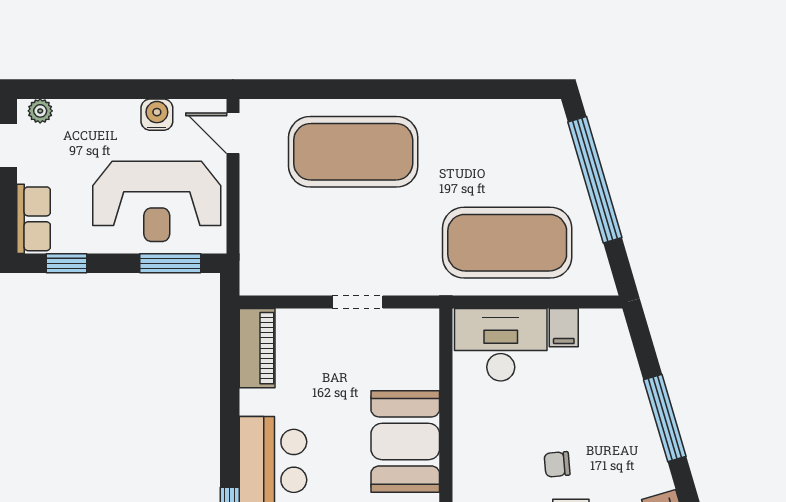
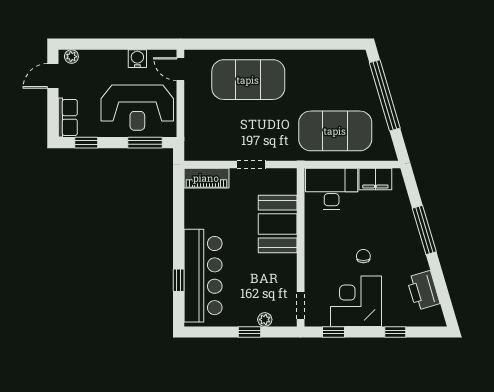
filing cabinet: (564, 328) -> (375, 179), width x2.00
piano: (257, 348) -> (206, 178), moved, turned 90
booth: (405, 441) -> (278, 224), moved
chair: (557, 464) -> (363, 256), turned 95

